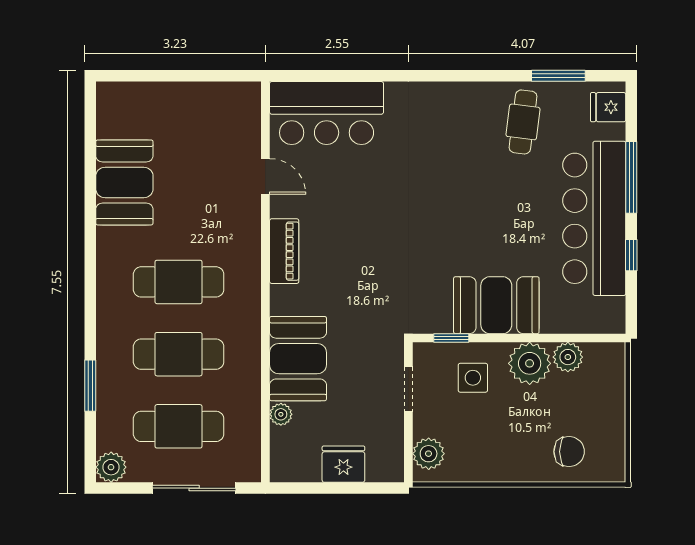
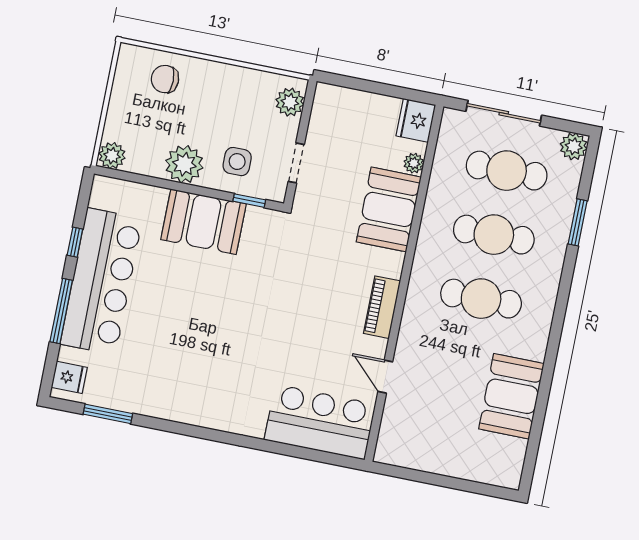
cafe table: (523, 122) -> (147, 379), removed
plant: (568, 357) -> (112, 156), moved
fridge: (343, 464) -> (416, 120), moved, turned 90

